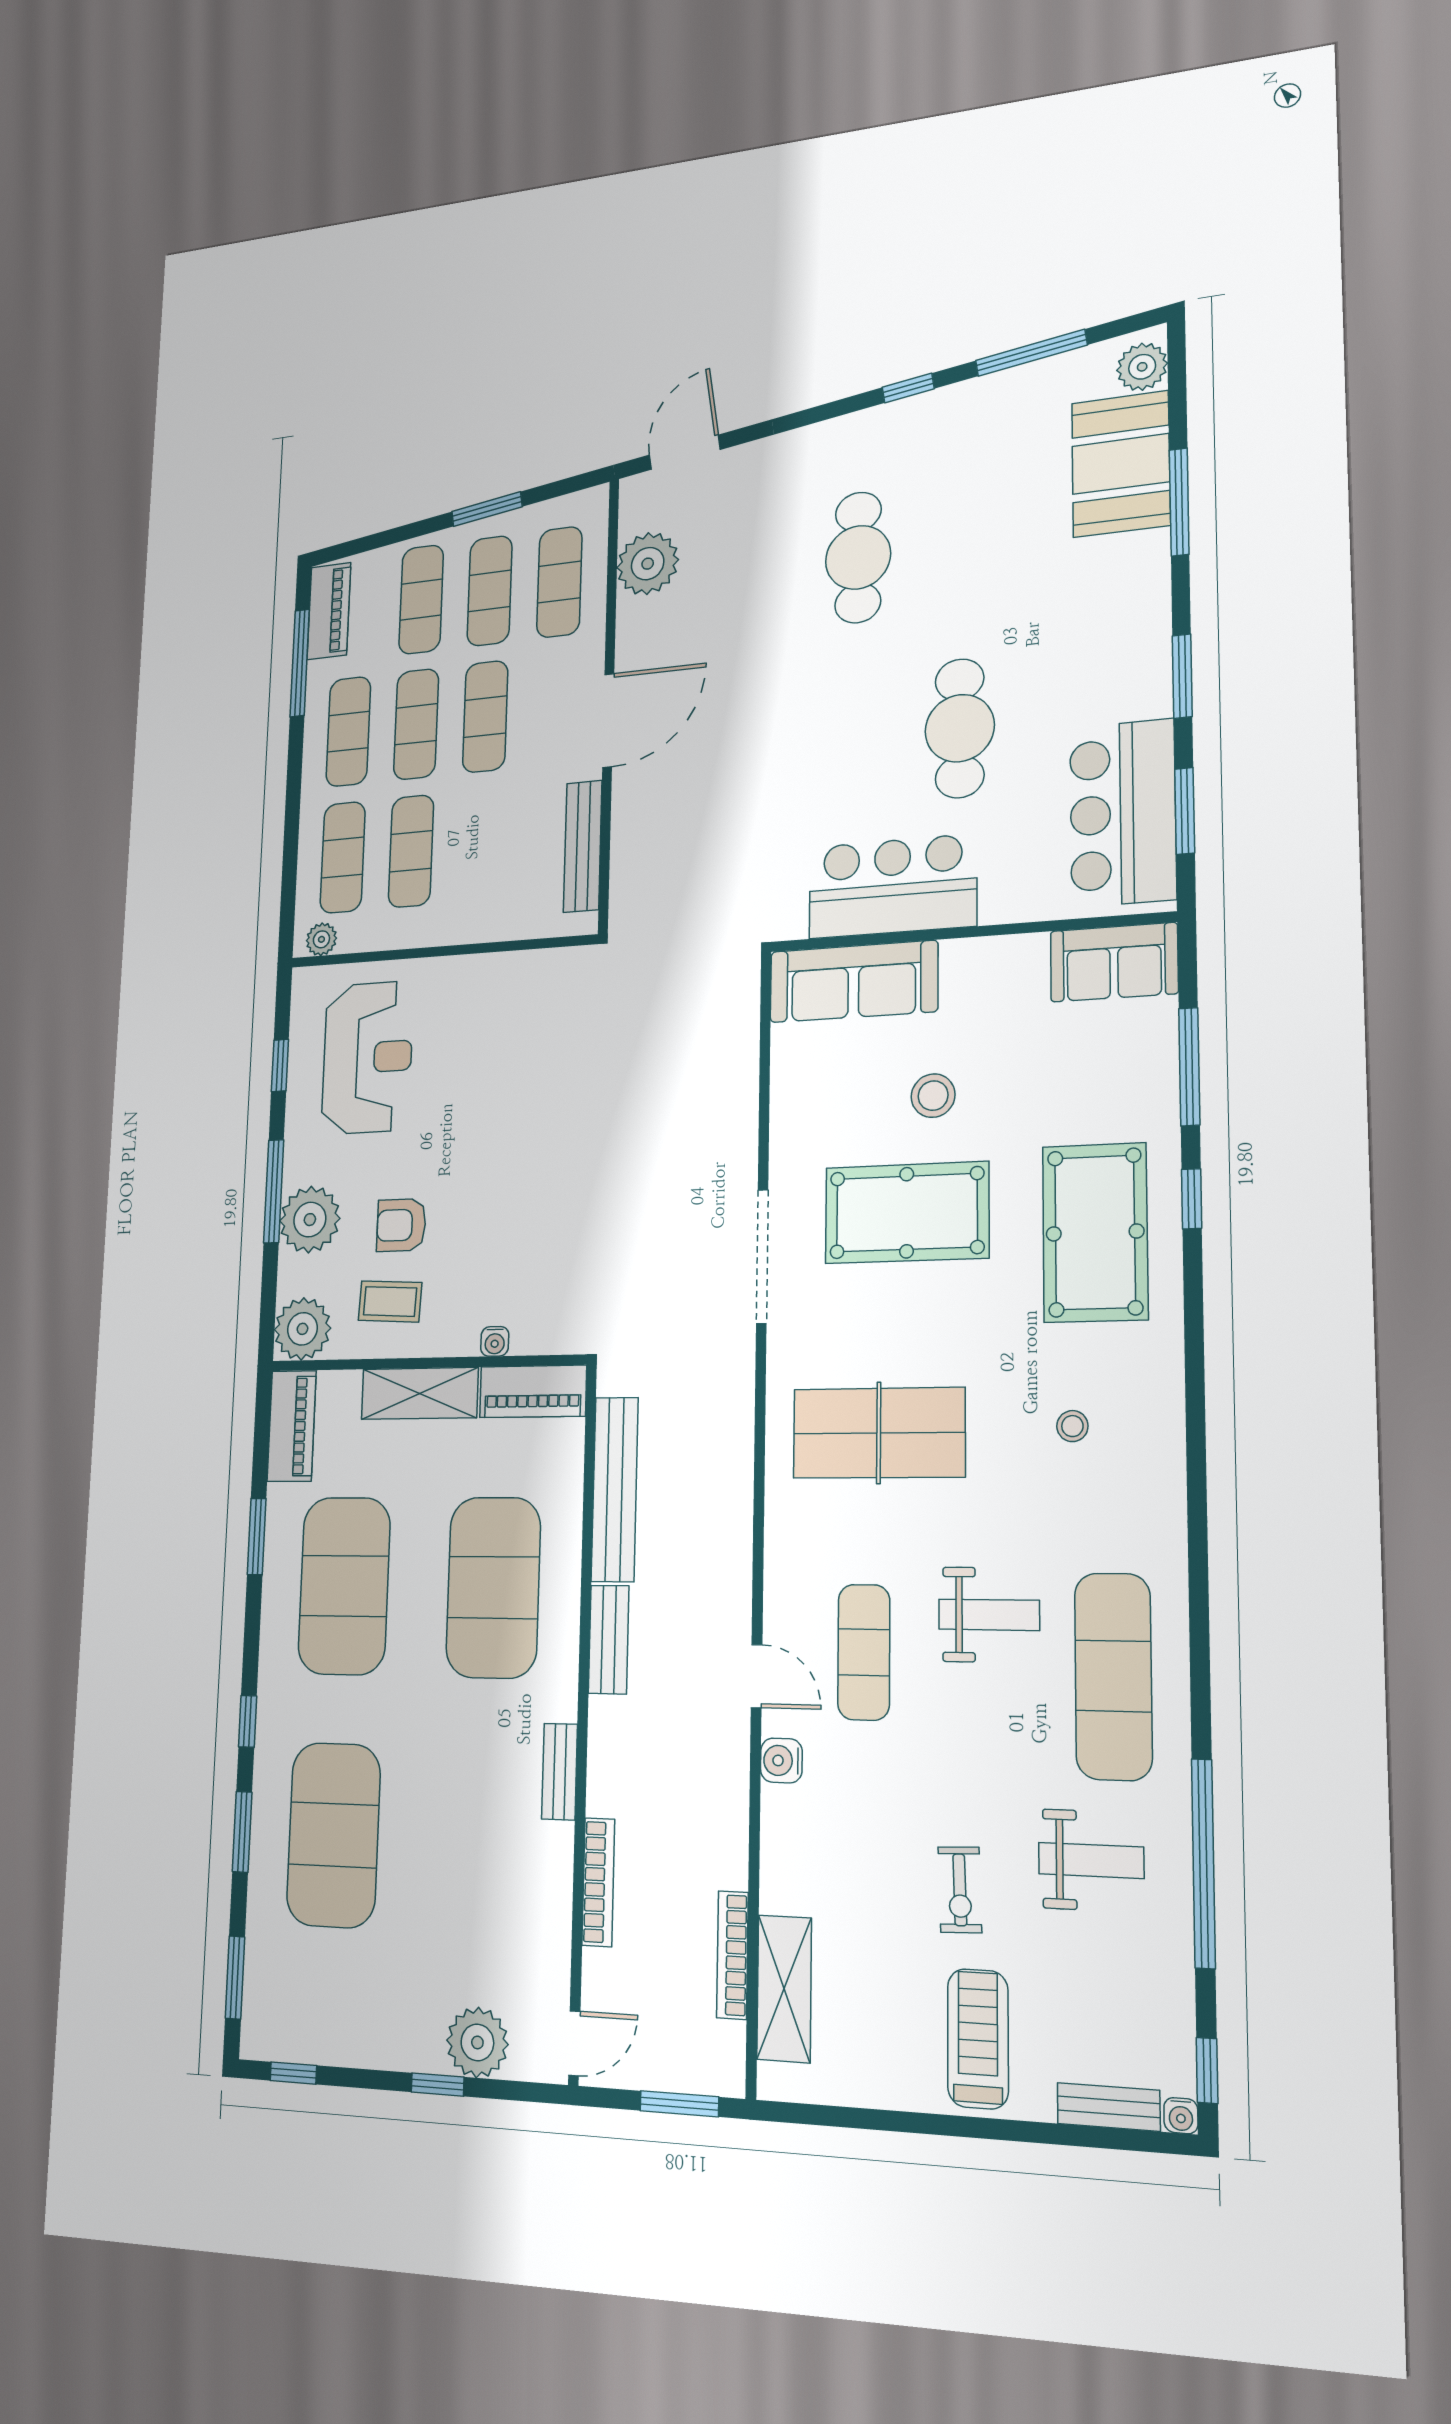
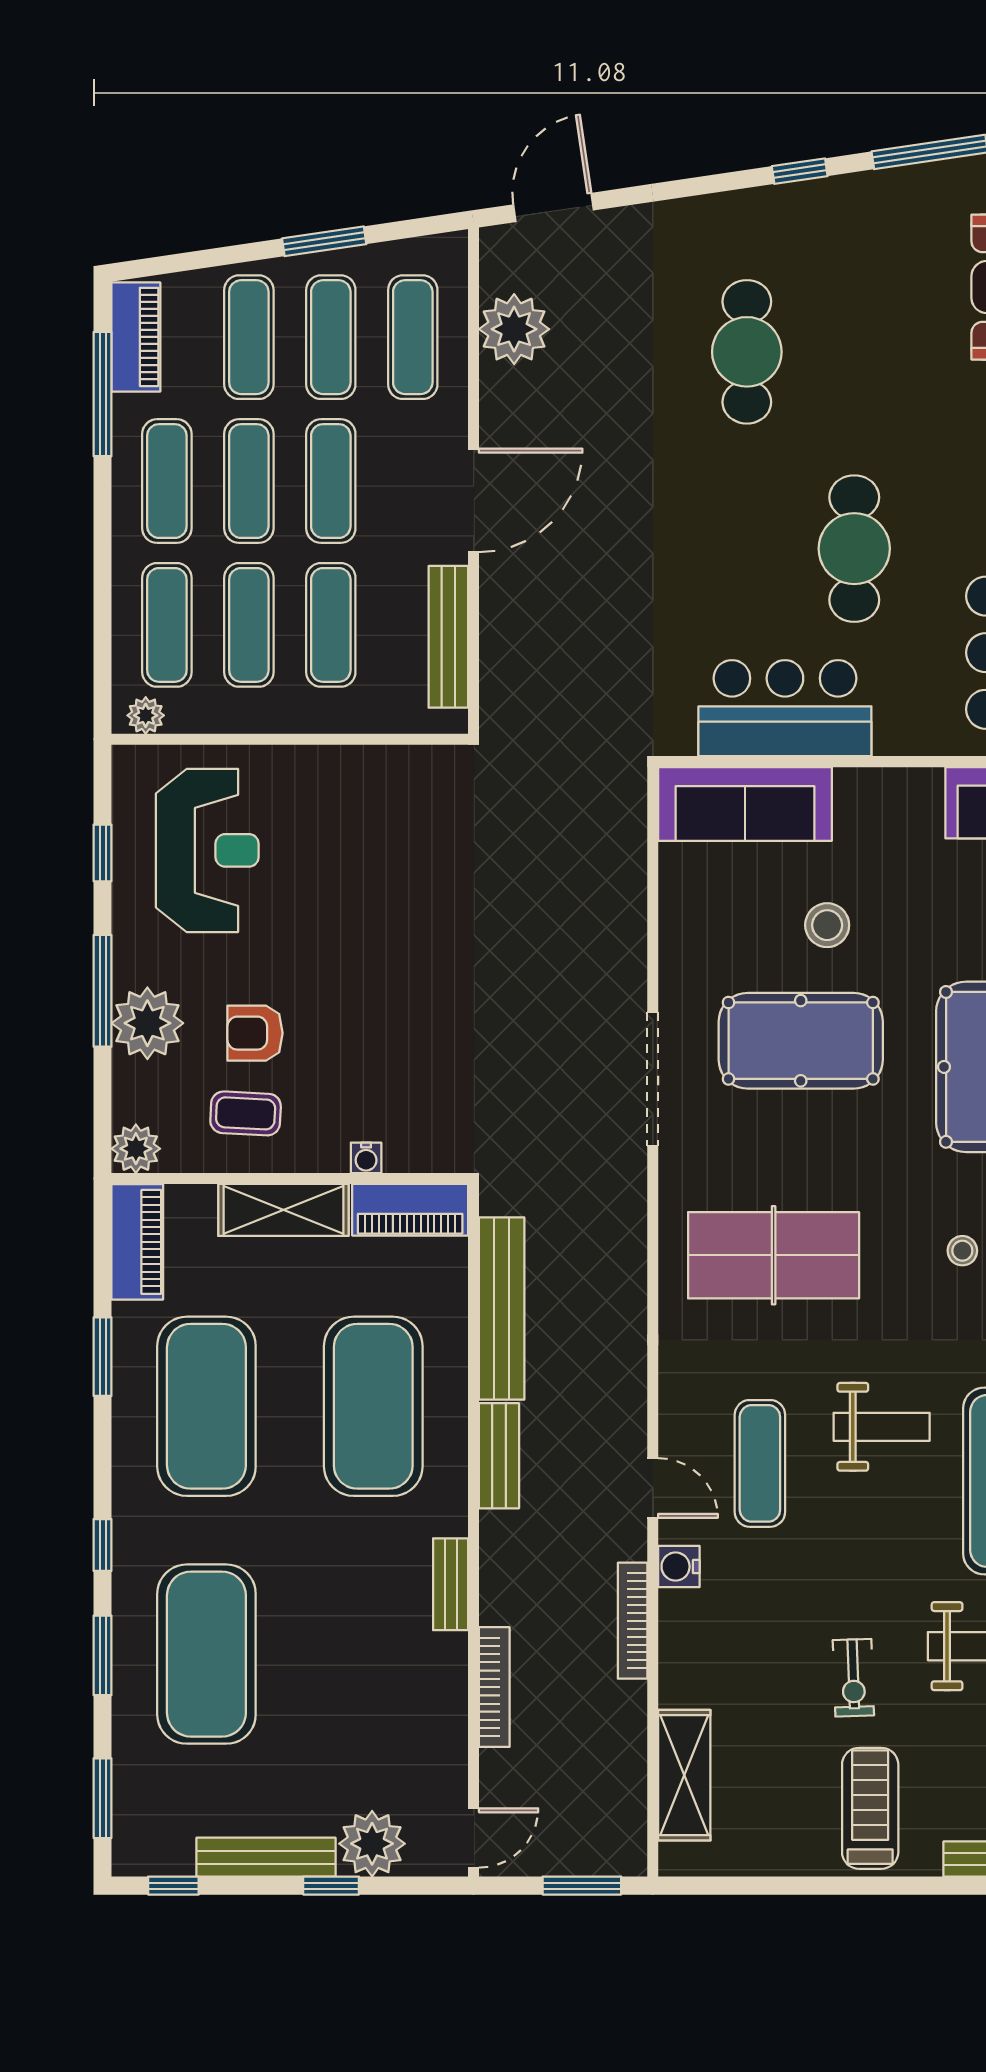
exercise mat: (481, 845) -> (331, 625), added
plant: (302, 1329) -> (136, 1149), width x0.73, depth x0.73
bookcase: (732, 1955) -> (633, 1621), moved
bench: (379, 2049) -> (266, 1857), added

